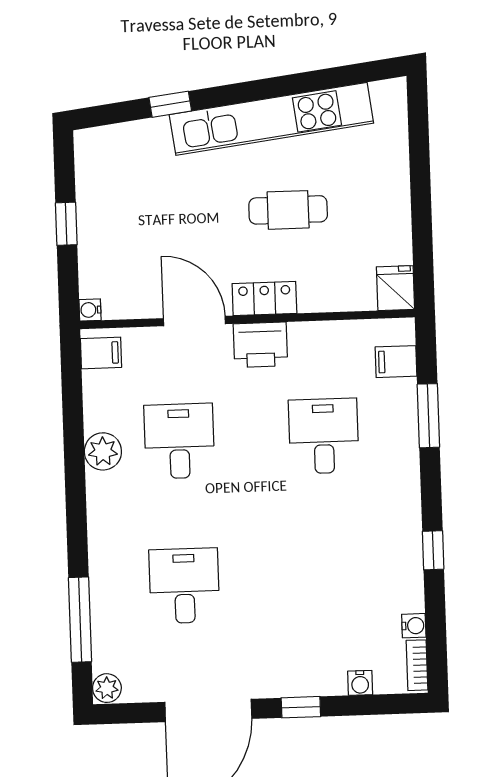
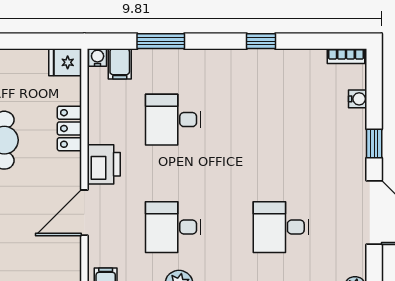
locker: (264, 298) -> (69, 128), moved
water cooler: (414, 626) -> (98, 57), moved

